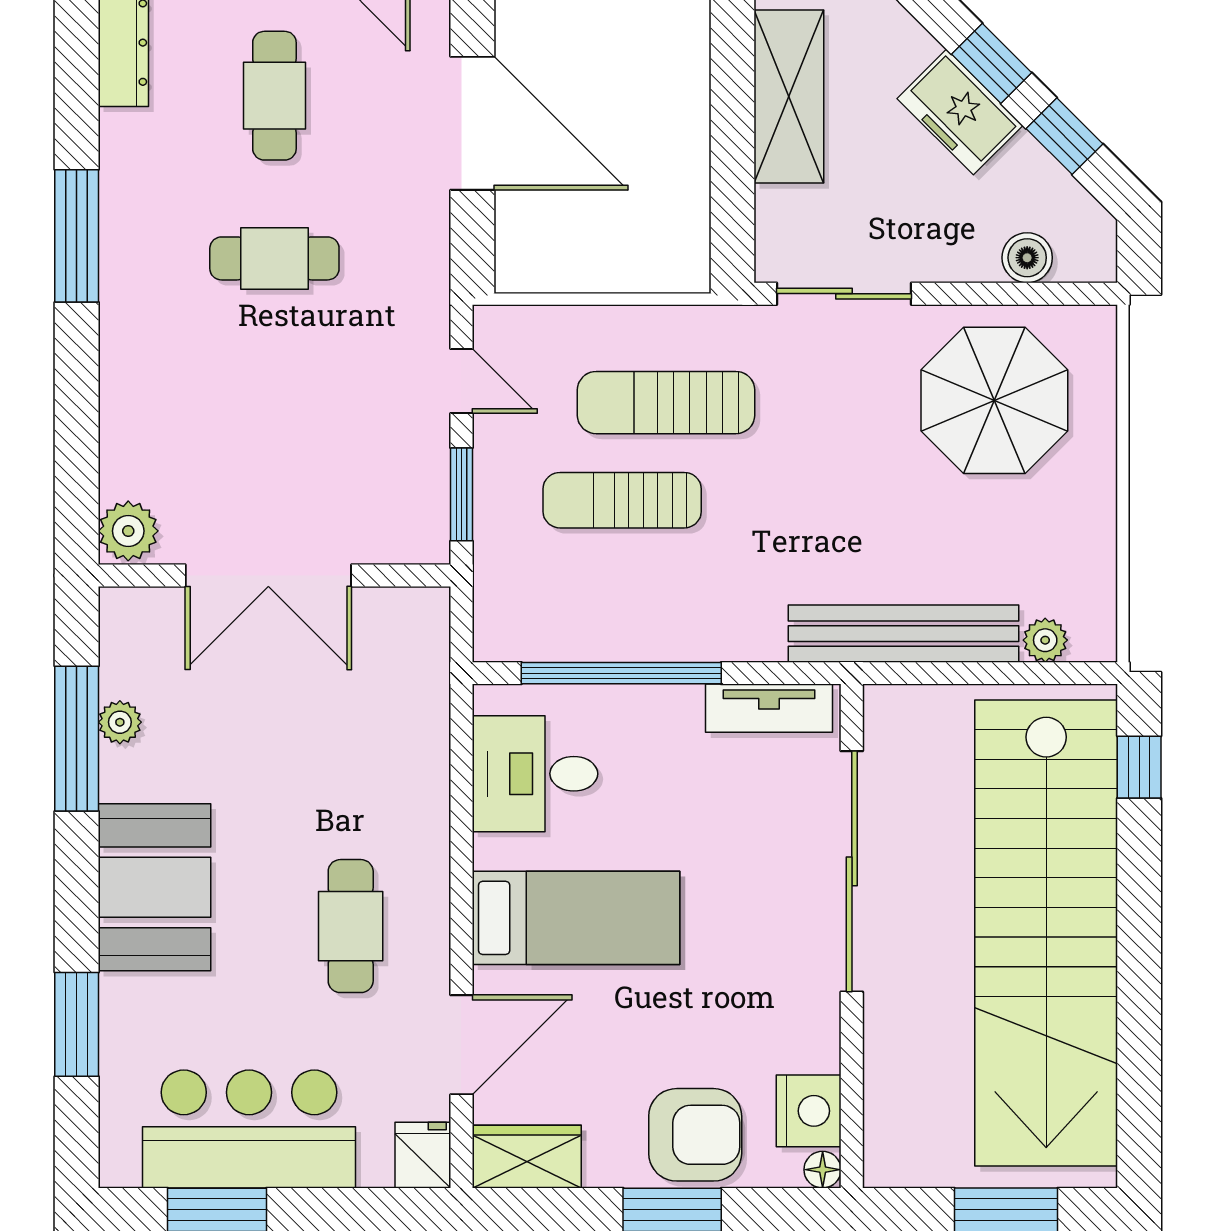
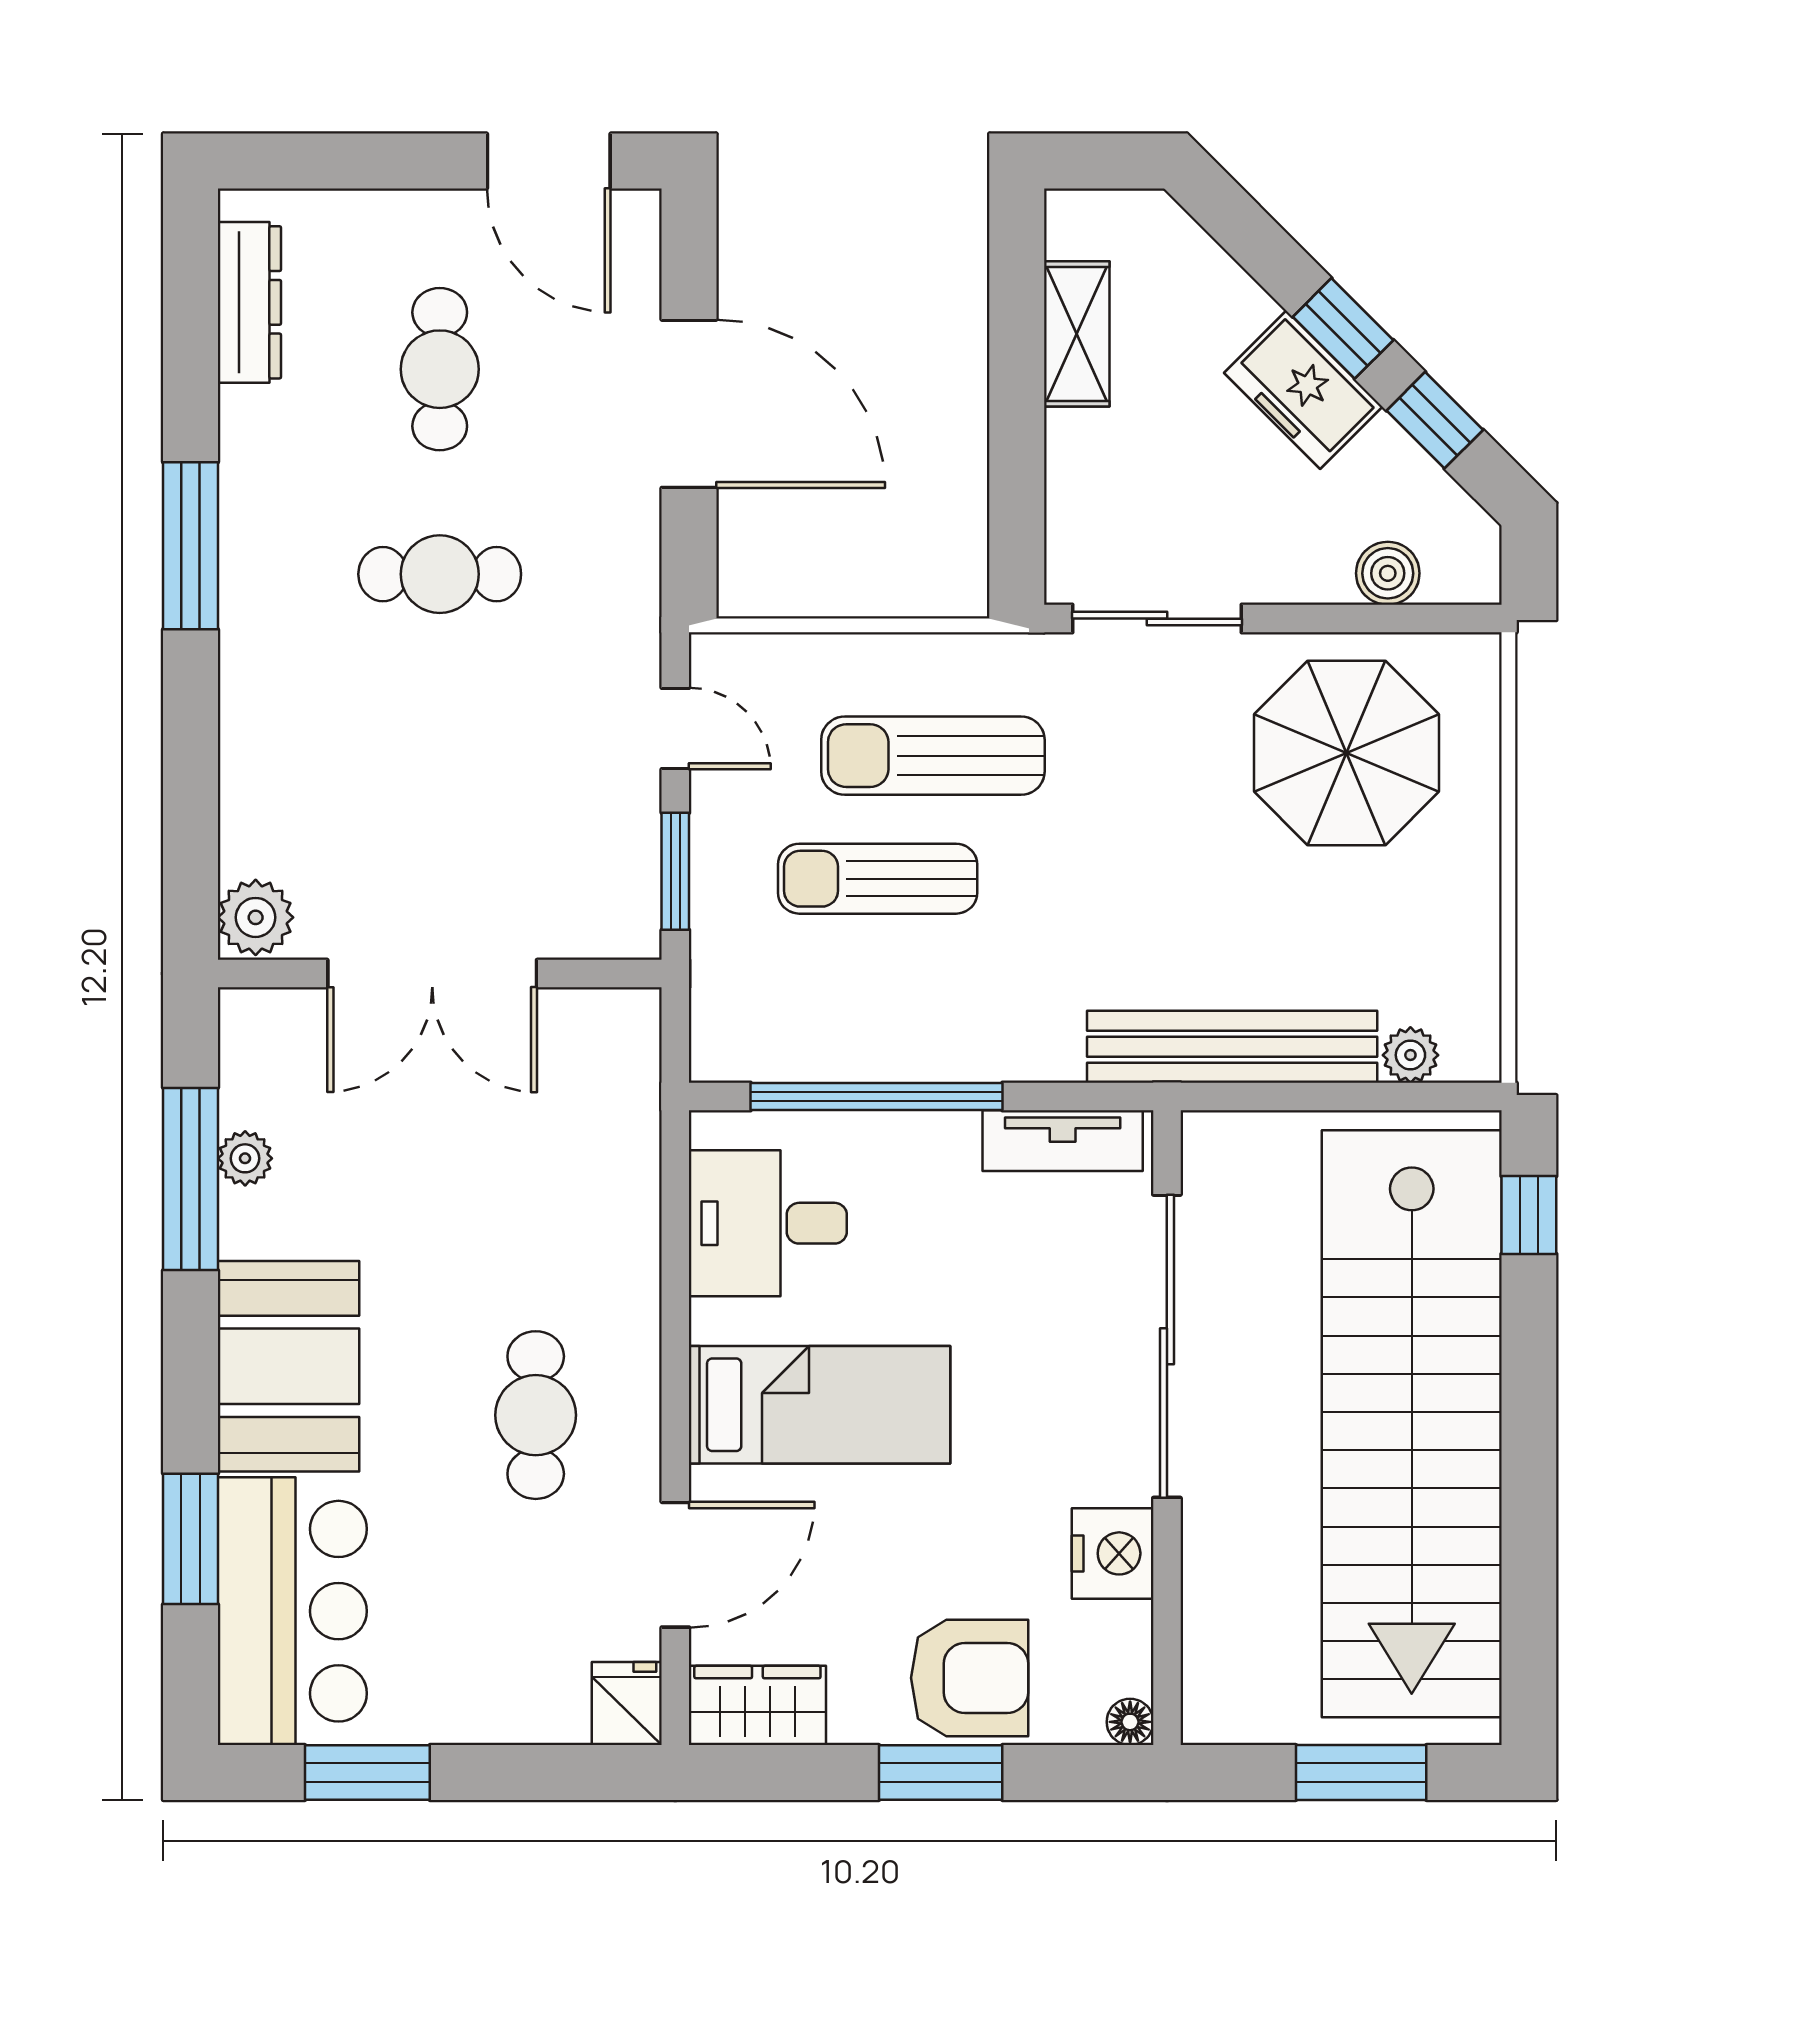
shelving: (789, 97) -> (1077, 334), width x0.67, depth x0.75
nightstand: (809, 1111) -> (1113, 1553), moved
bar counter: (249, 1129) -> (292, 1611), moved, turned 90

